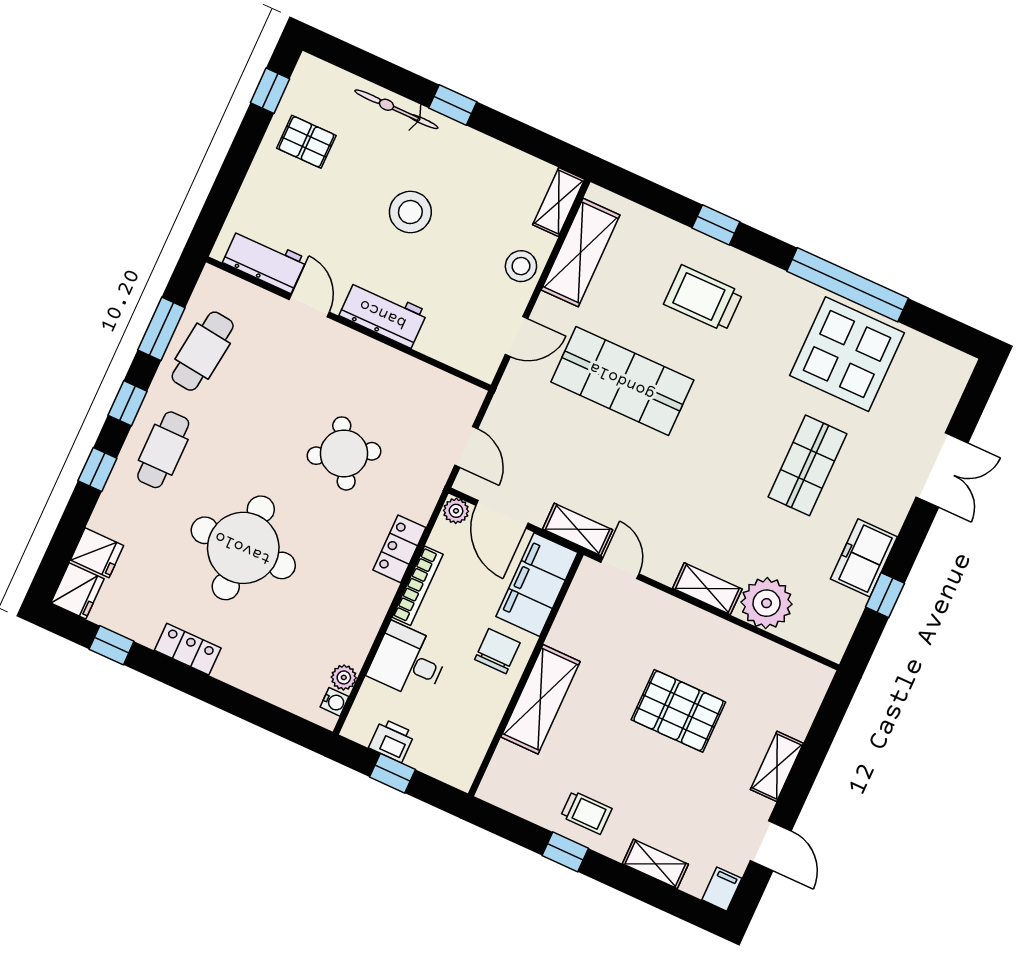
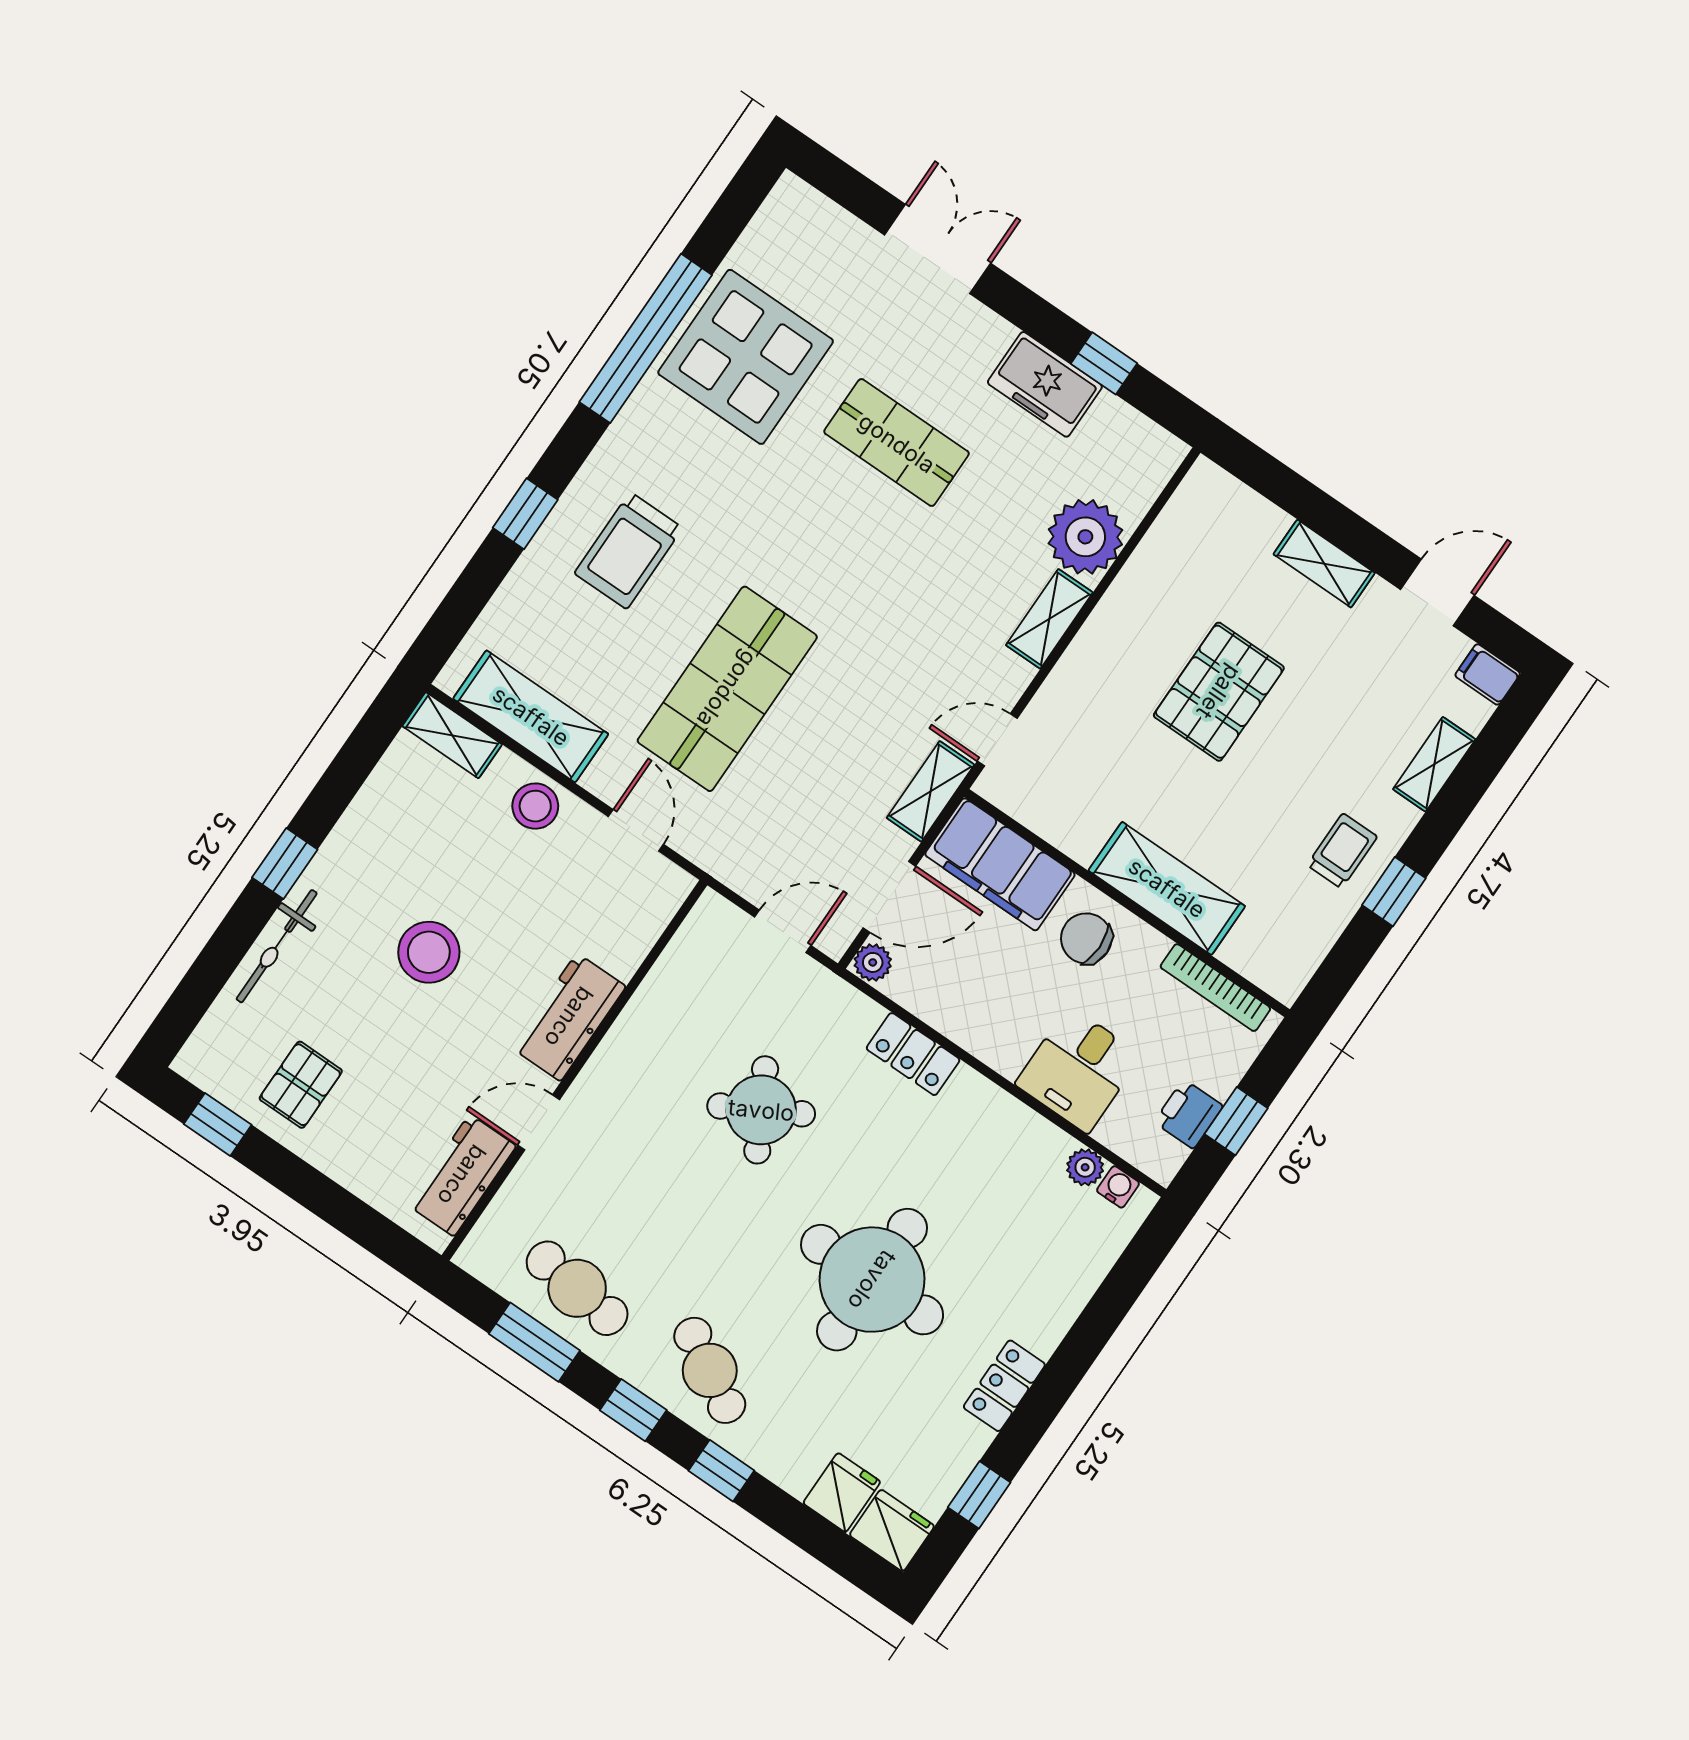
cafe table: (163, 450) -> (710, 1370), turned 30
bookcase: (418, 586) -> (1215, 988), moved, turned 180

